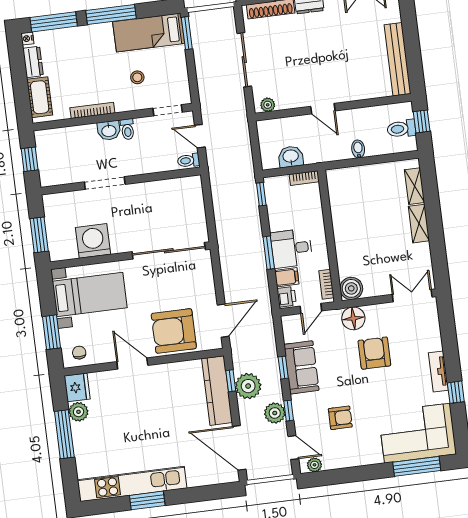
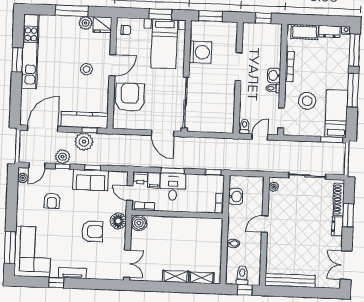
stool: (137, 77) -> (307, 101), width x1.89, depth x1.89
door: (223, 321) -> (163, 133), moved
window: (51, 332) -> (160, 14), moved
stool: (144, 399) -> (87, 69), added

